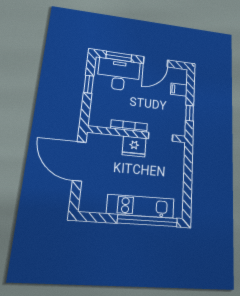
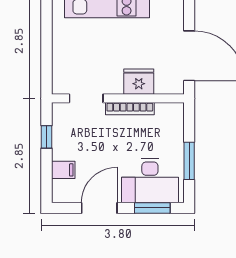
window: (89, 84) -> (189, 161), width x1.50
fridge: (134, 146) -> (139, 82), moved

